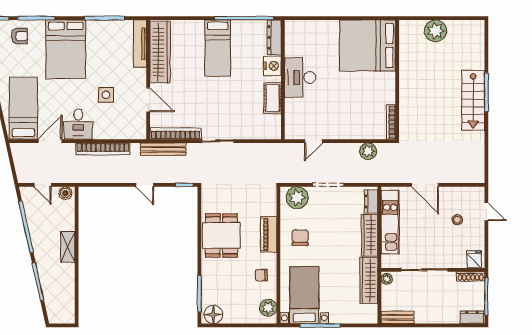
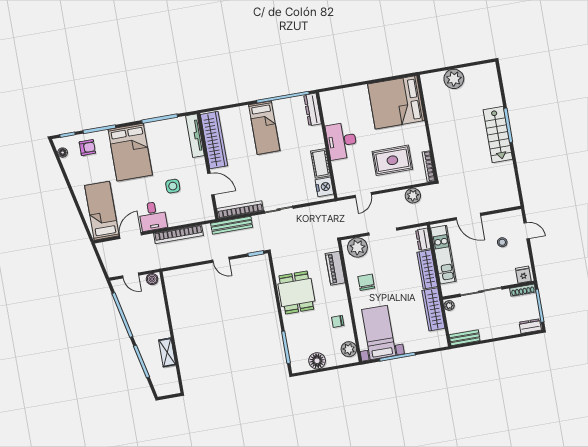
nightstand: (272, 66) -> (324, 187), moved
rug: (352, 109) -> (392, 160), added
piano: (269, 234) -> (335, 268), moved
shelving: (68, 247) -> (167, 352), moved
floor lamp: (213, 314) -> (317, 361), moved

